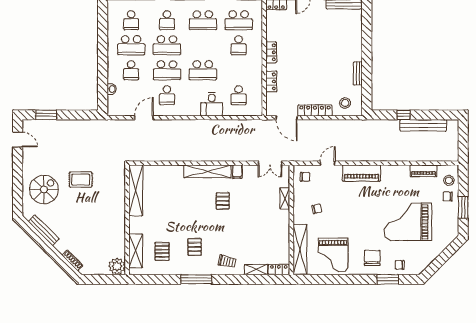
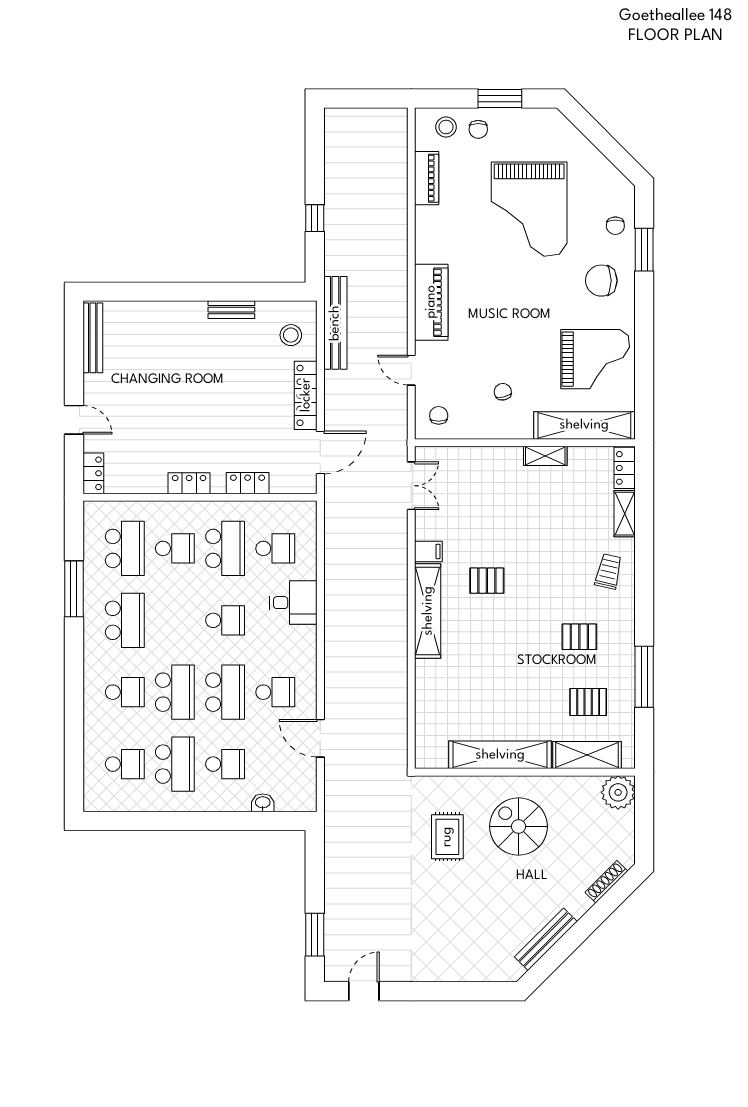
school desk: (203, 70) -> (225, 620), width x0.54
school desk: (239, 70) -> (225, 548), added
bench: (423, 125) -> (335, 323), moved
rug: (81, 180) -> (447, 837), moved
spiral stairs: (44, 189) -> (518, 826), moved
shelving: (136, 190) -> (500, 755), moved
shelving: (285, 199) -> (545, 456), moved
window: (196, 279) -> (644, 677), moved

